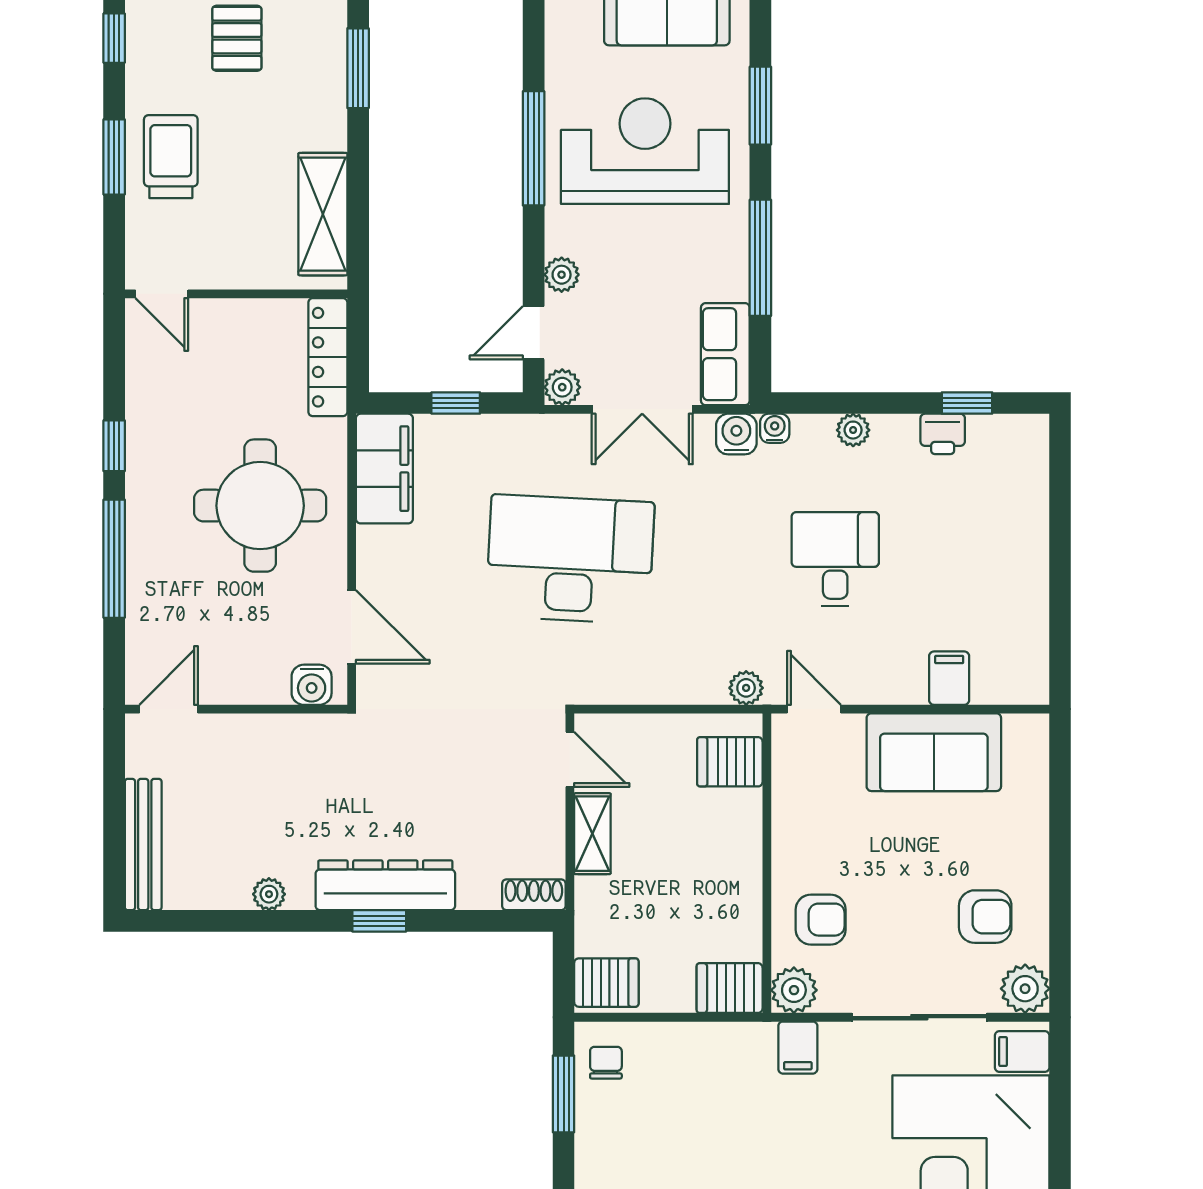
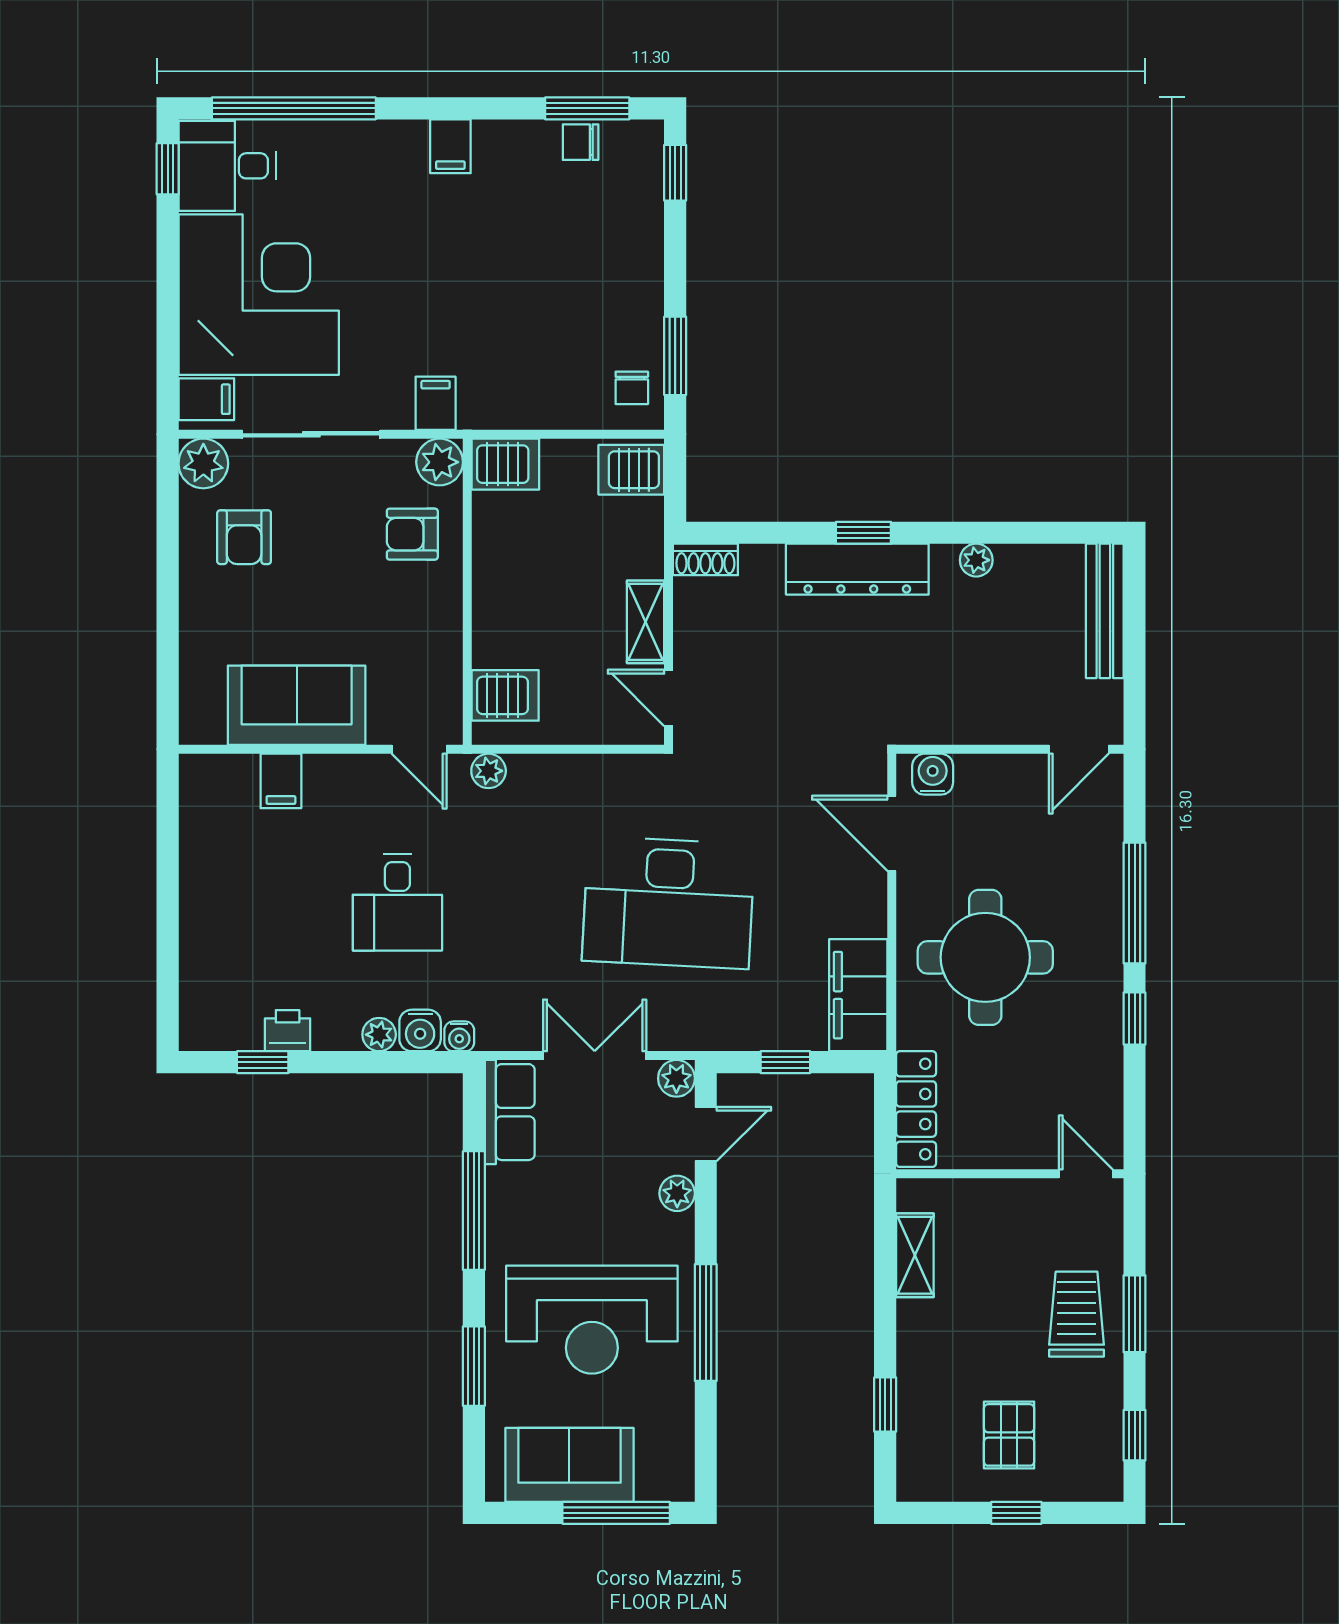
window: (358, 68) -> (885, 1404), width x0.67
trolley: (171, 157) -> (1077, 1314), turned 180
shelving: (323, 214) -> (915, 1255), width x0.67, depth x0.75
water cooler: (736, 434) -> (420, 1030), moved
armchair: (985, 917) -> (244, 537), turned -90

